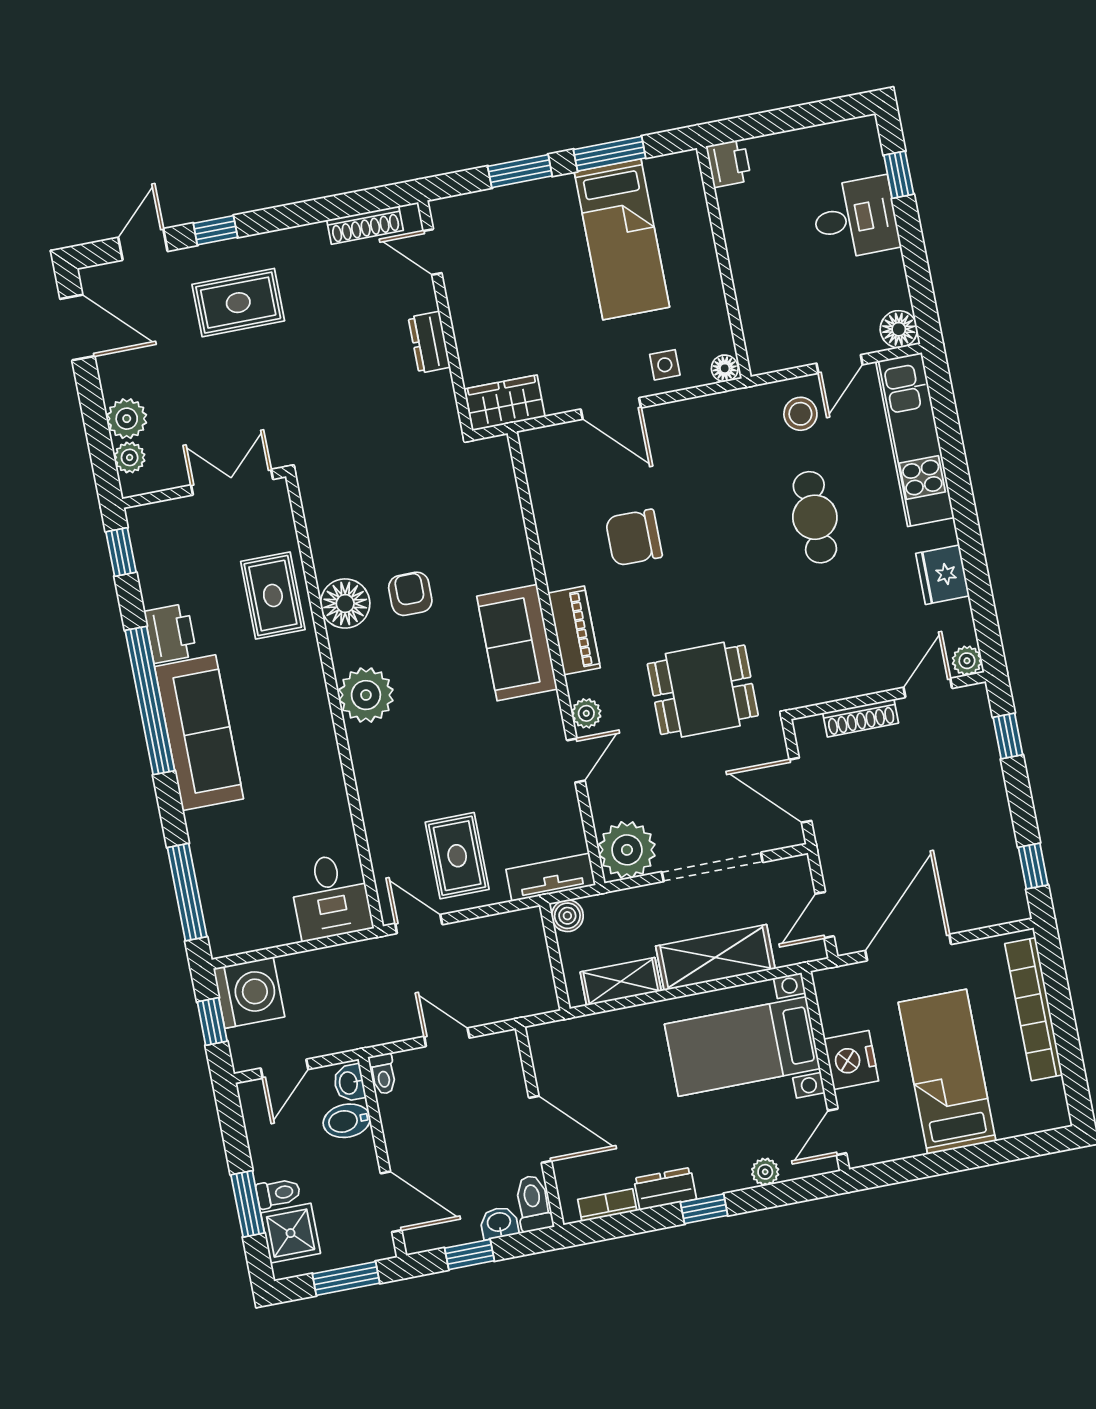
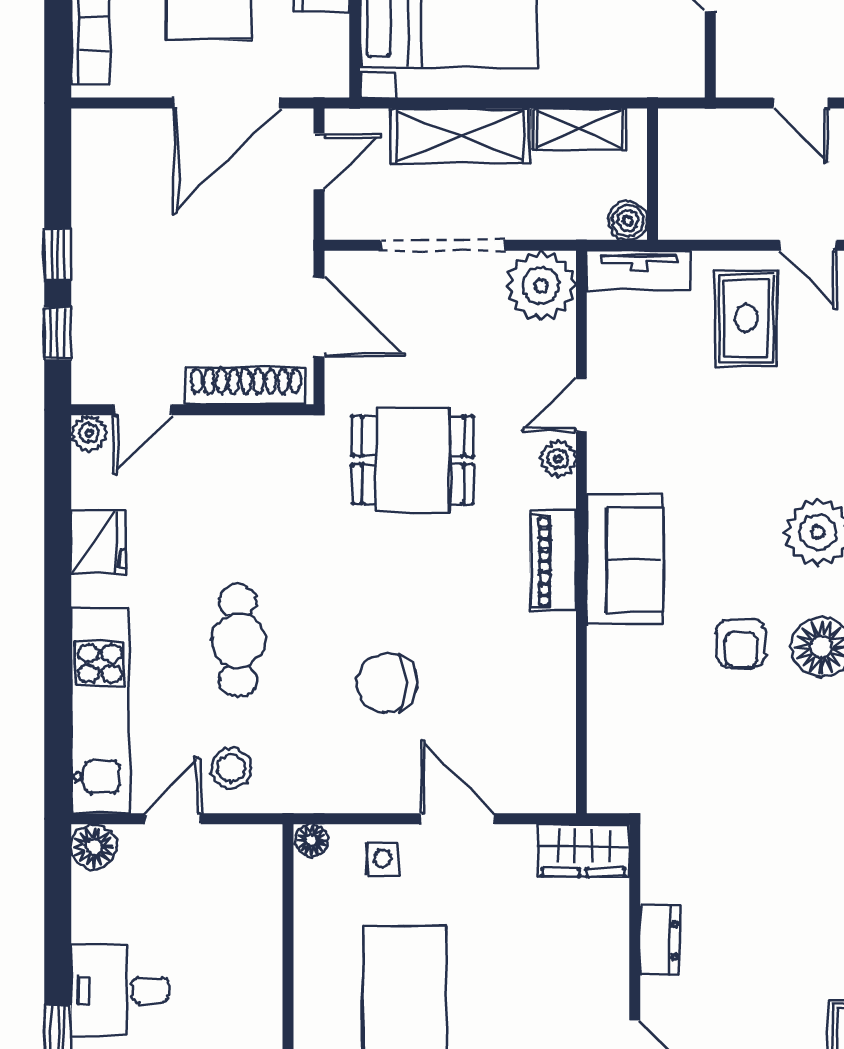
chair: (634, 538) -> (387, 683), moved, turned 180
shoe rack: (861, 718) -> (246, 386), width x1.36, depth x1.24
window: (1033, 866) -> (58, 254), moved

